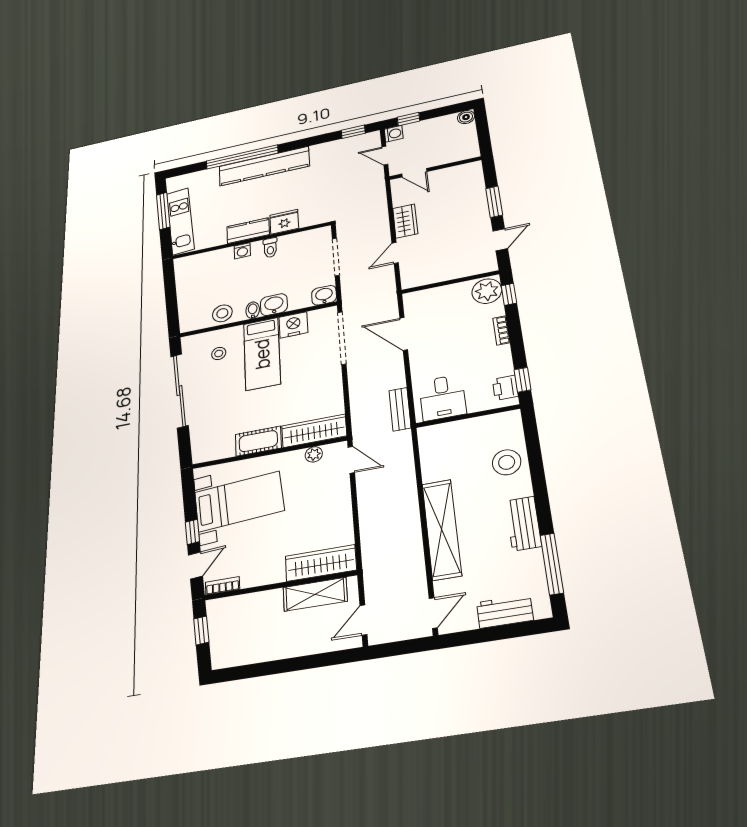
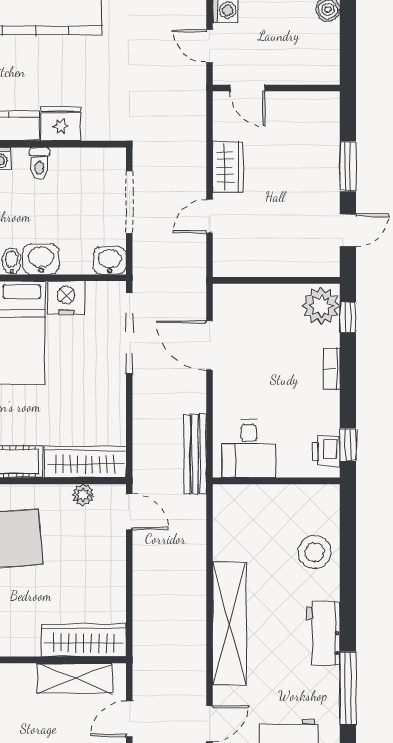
bench: (400, 409) -> (195, 454), width x1.36

